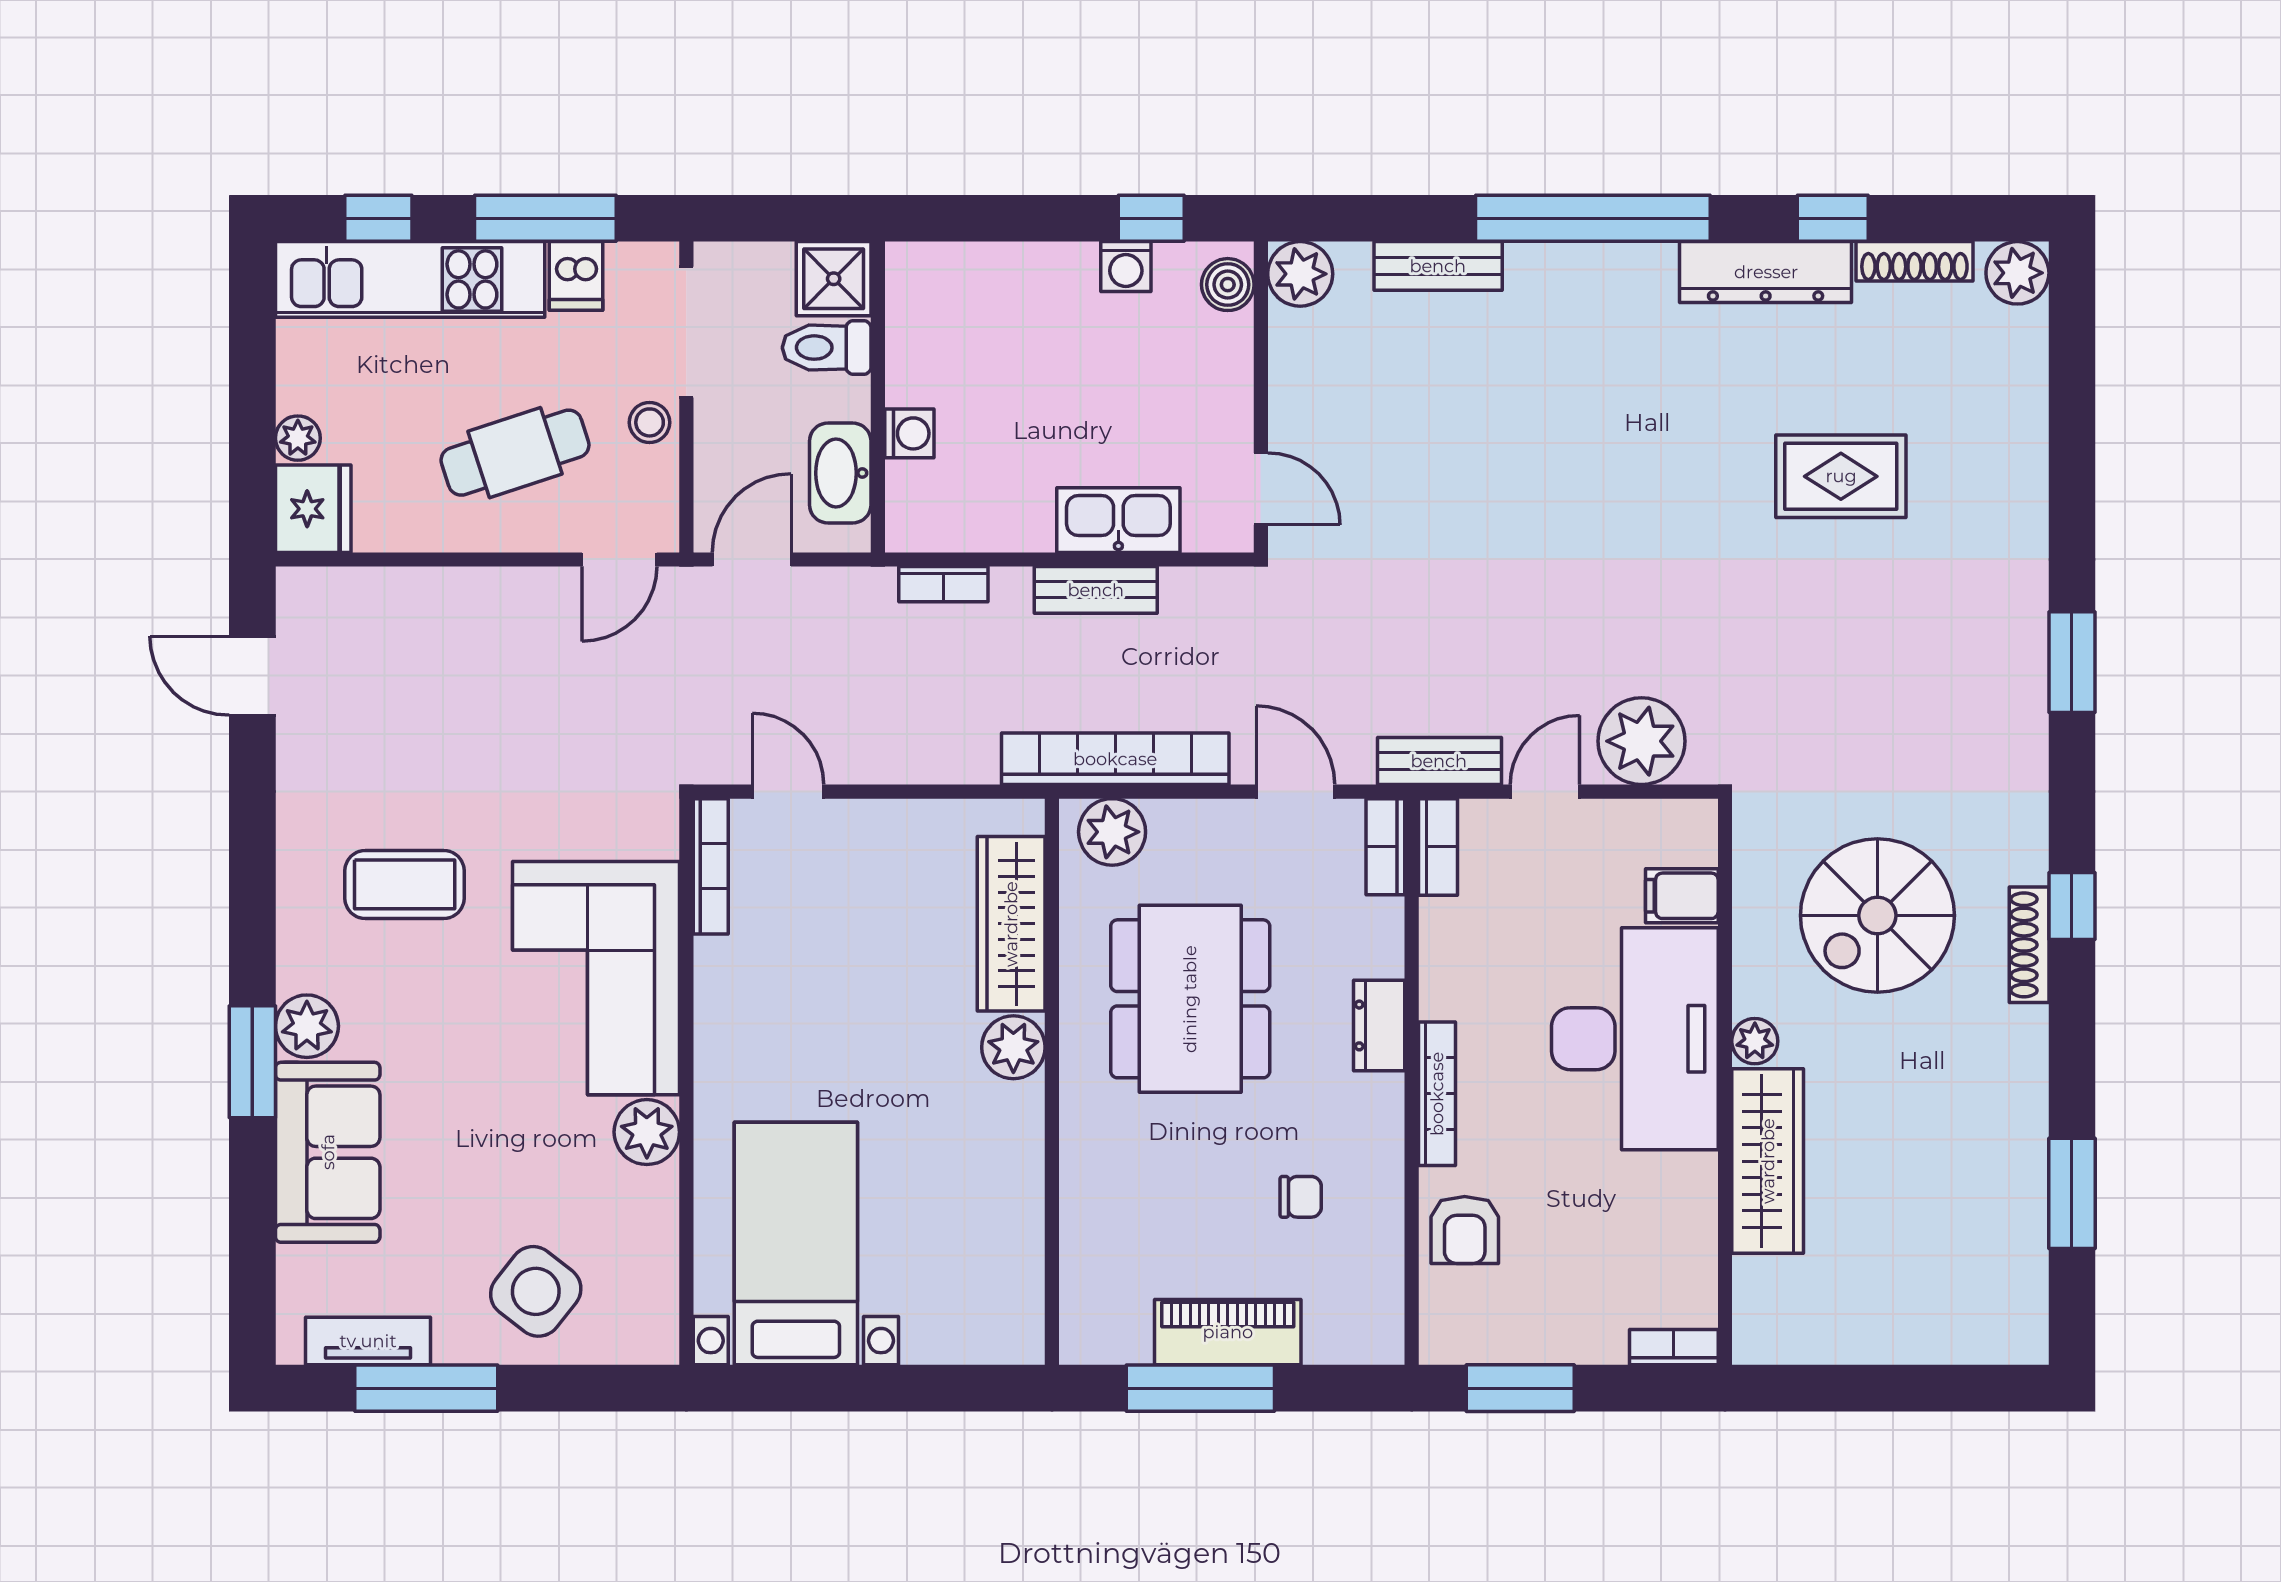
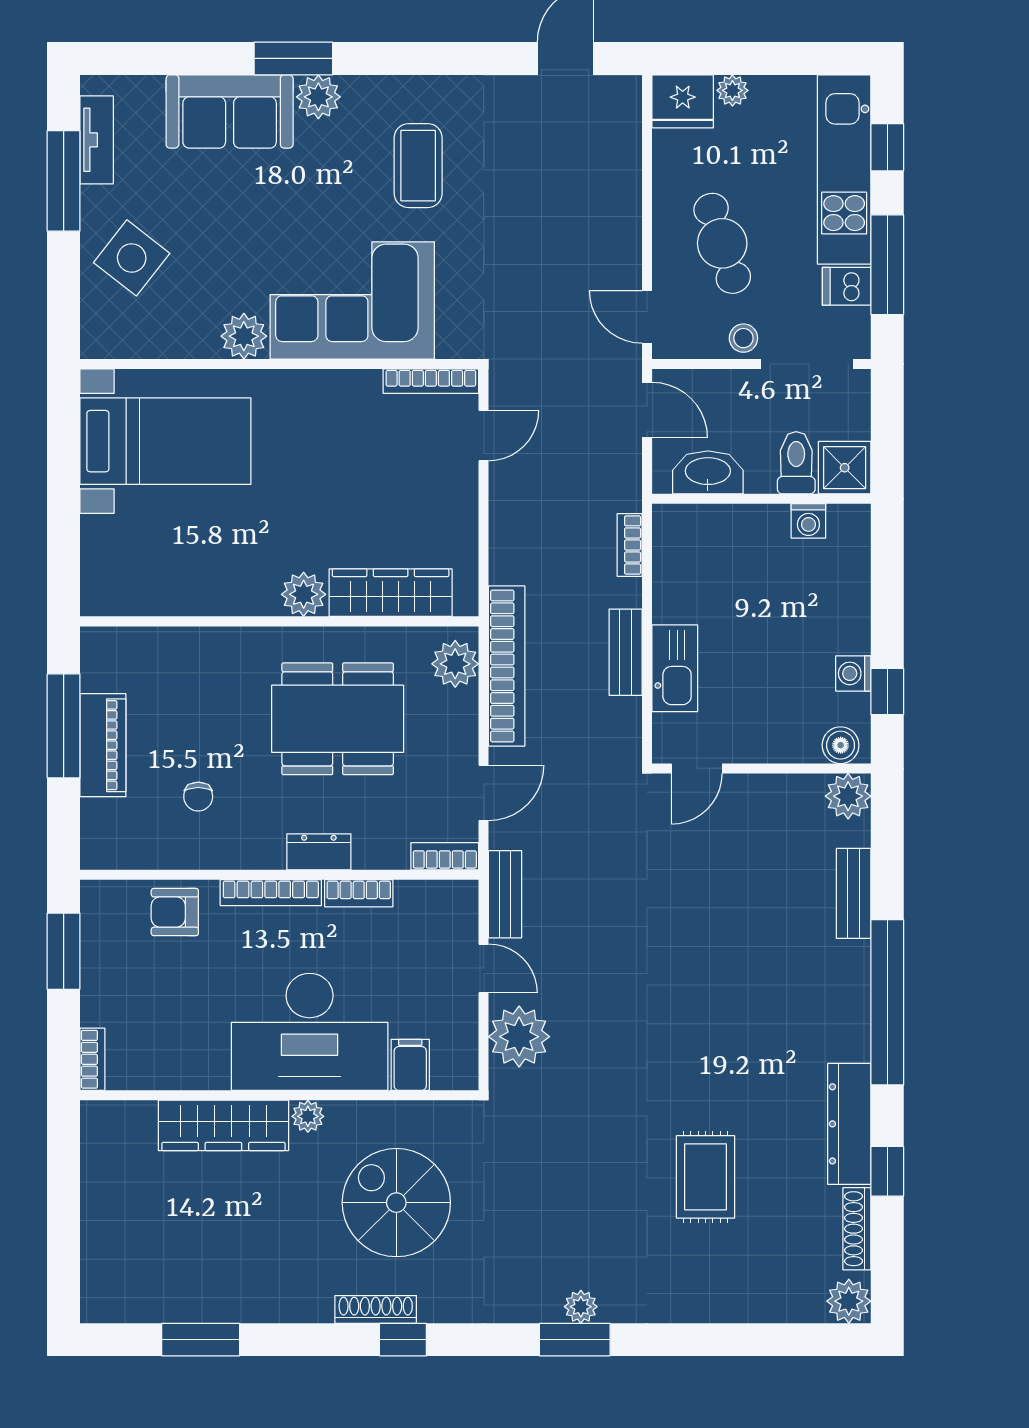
washing machine: (909, 433) -> (808, 521), moved
plant: (2025, 654) -> (581, 1307), added
bookcase: (1438, 847) -> (359, 893), moved

